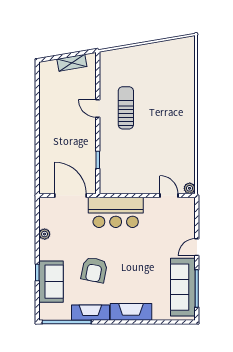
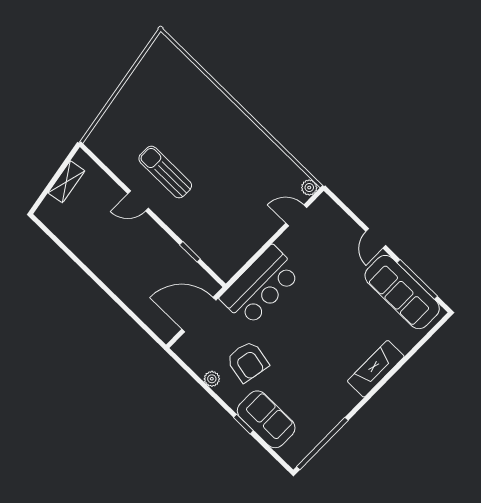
armchair: (94, 270) -> (248, 361), moved
fireplace: (90, 313) -> (336, 410), removed

